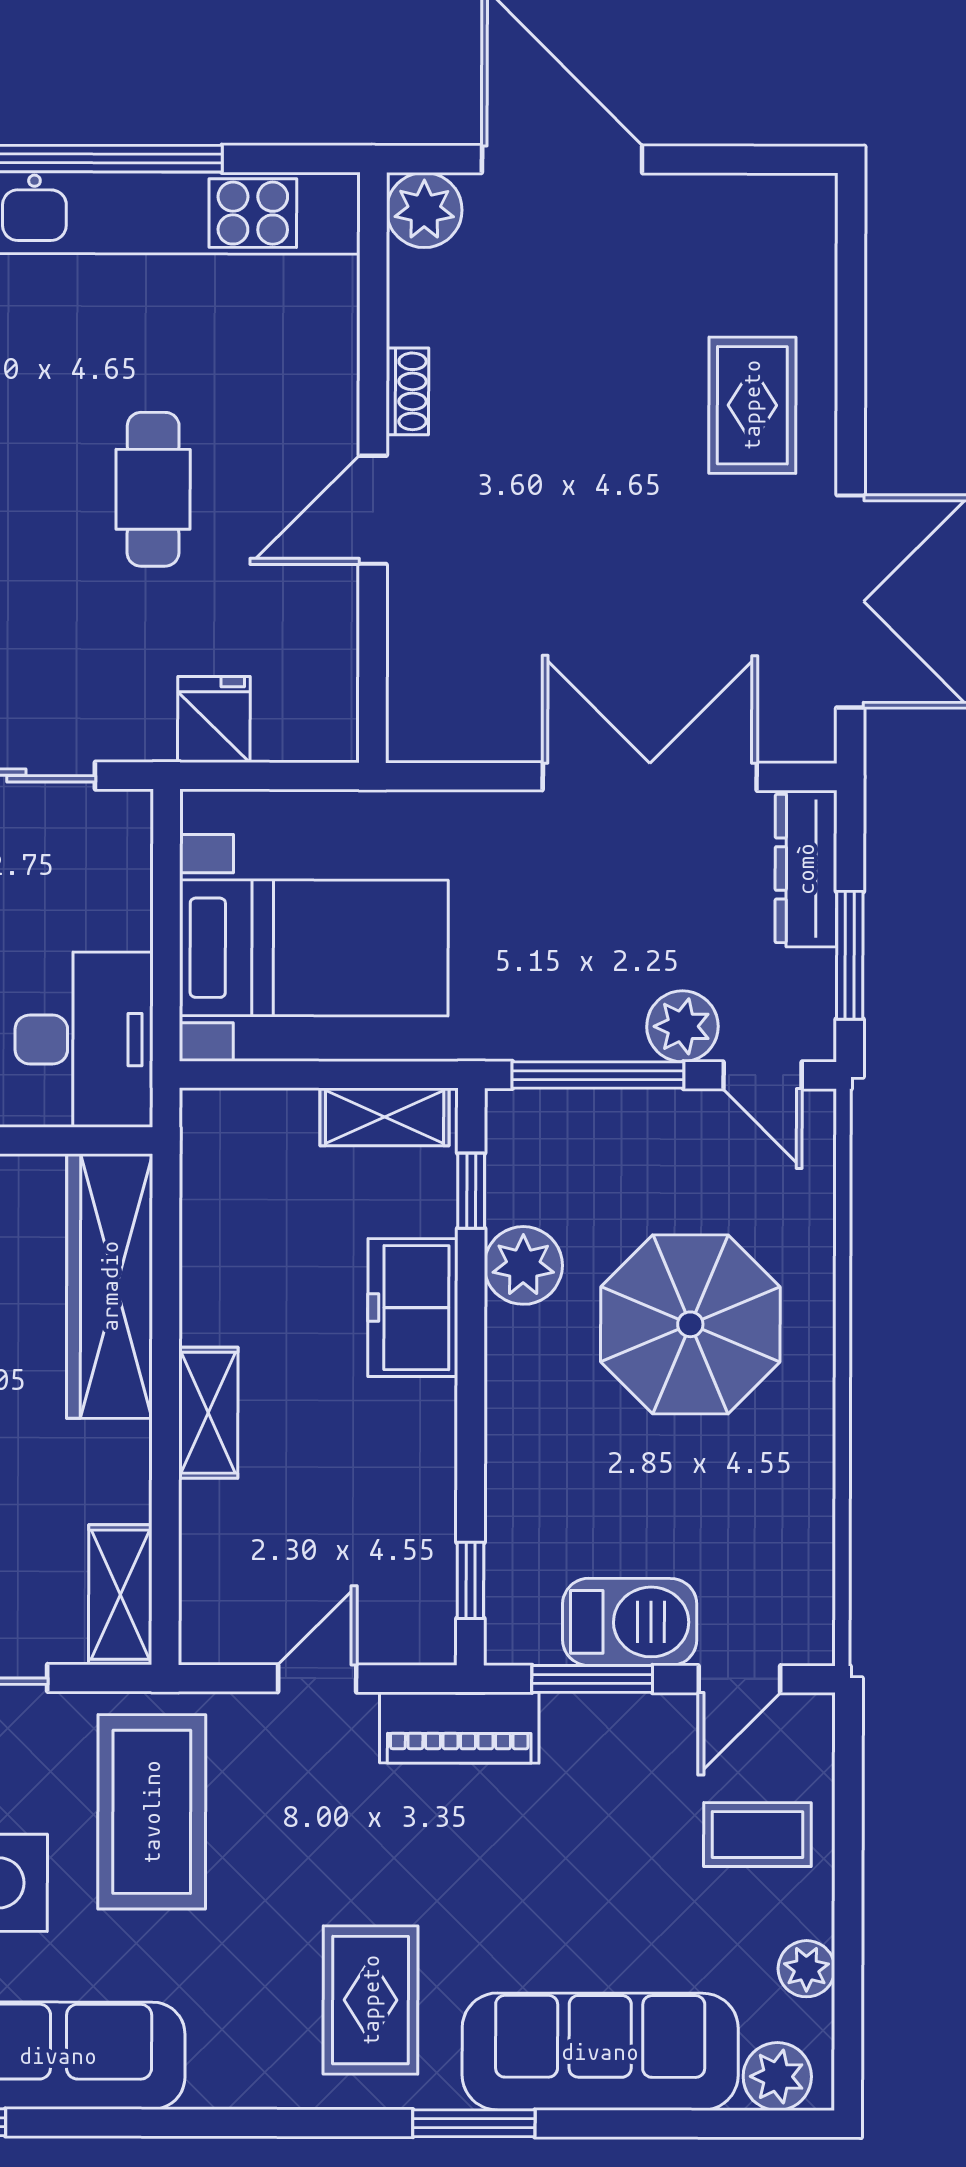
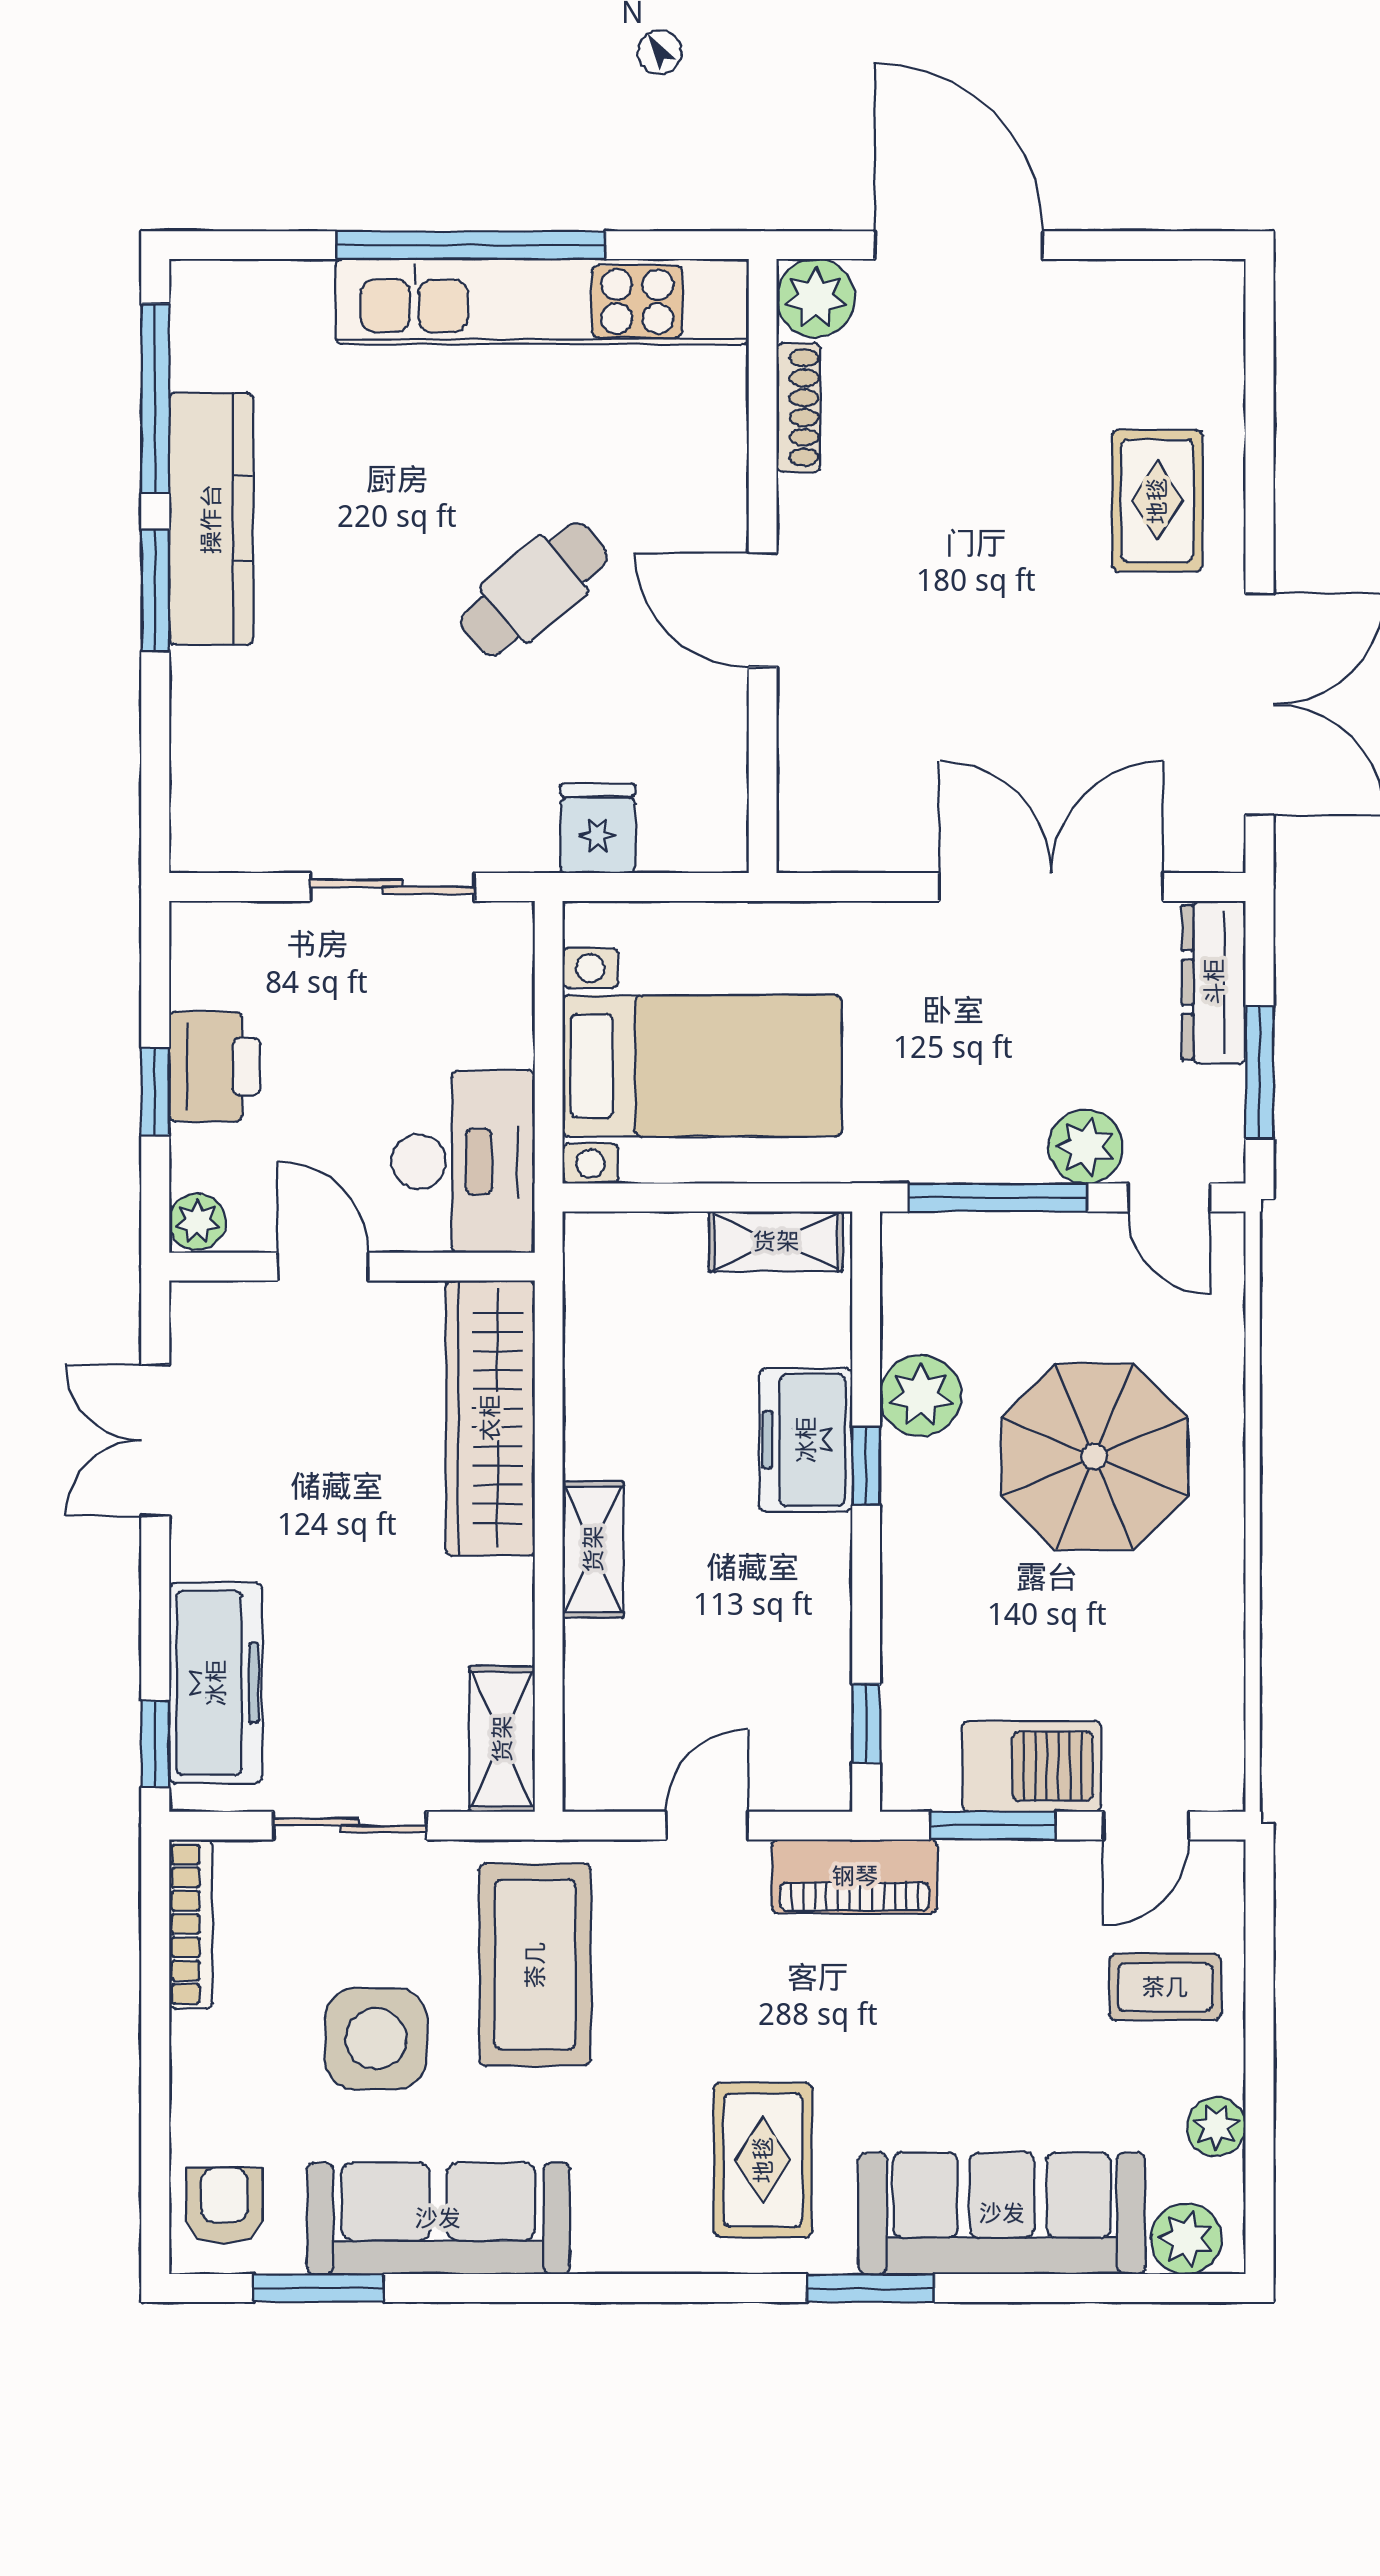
shoe rack: (407, 391) -> (798, 408), moved, width x1.43
cafe table: (153, 489) -> (534, 589), turned 50
door: (373, 510) -> (763, 610), hinge flipped
window: (471, 1191) -> (866, 1466), moved

